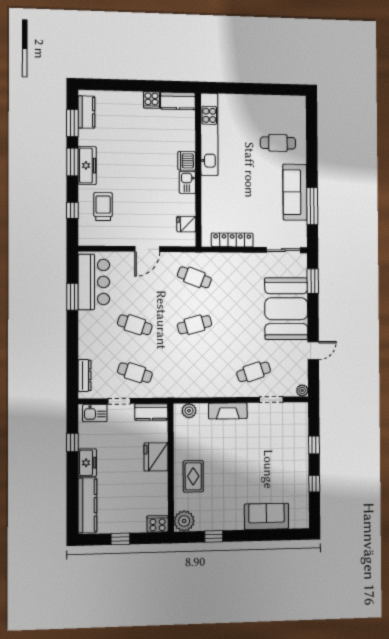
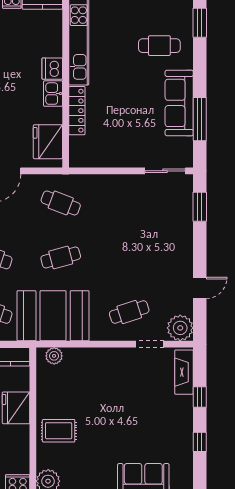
window: (312, 124) -> (200, 23), added
fridge: (186, 224) -> (48, 142), width x1.88, depth x1.34
locker: (232, 240) -> (77, 111), moved, turned 90
booth: (286, 309) -> (53, 316), moved, turned 90
plant: (302, 391) -> (180, 328), width x1.88, depth x1.88
fireplace: (228, 411) -> (184, 372), moved, turned 90
rug: (193, 476) -> (59, 431), turned 90

